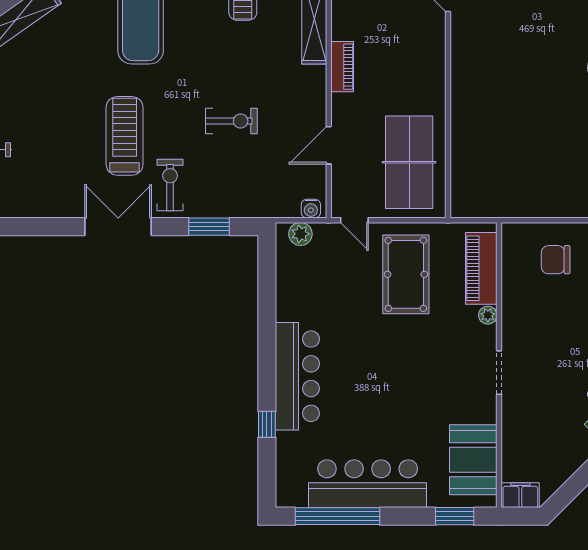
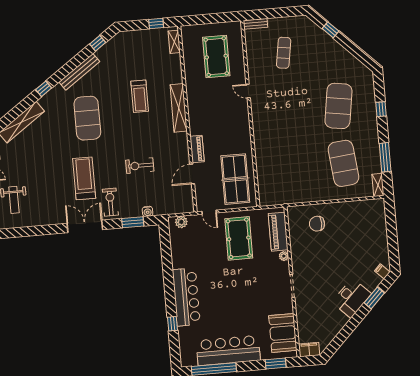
piano: (342, 67) -> (197, 149), moved
exercise bike: (231, 121) -> (140, 166), turned 180
water cooler: (311, 209) -> (148, 211), moved

